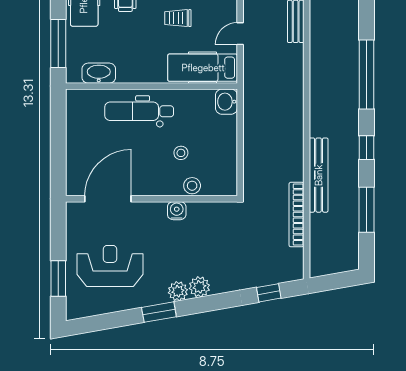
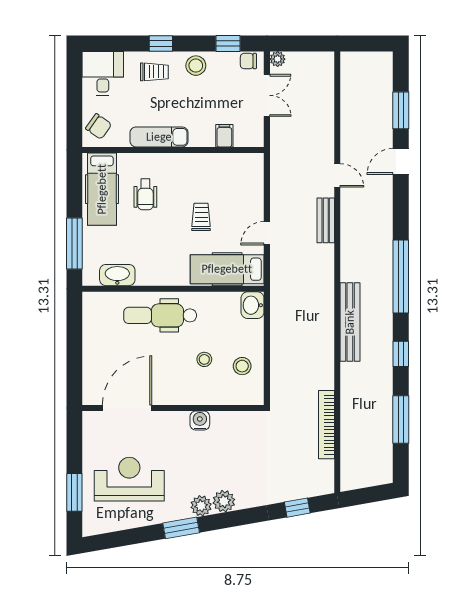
trolley: (178, 18) -> (201, 217), turned 90
bench: (319, 175) -> (350, 322), moved
stool: (192, 186) -> (242, 366), moved

